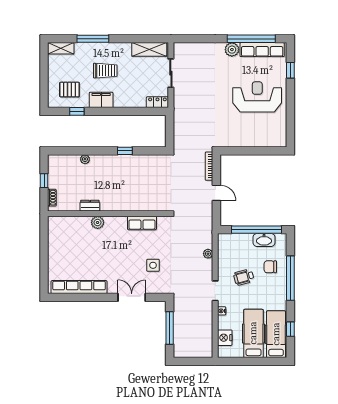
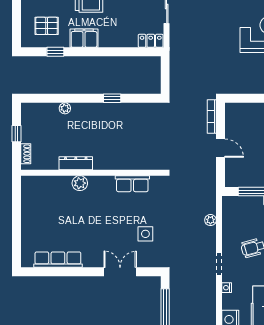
dresser: (90, 206) -> (76, 163), width x1.44
row of seats: (79, 287) -> (58, 260), width x0.73

